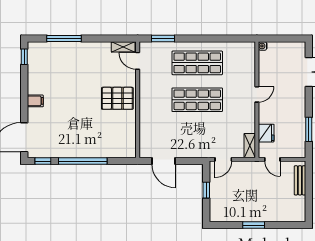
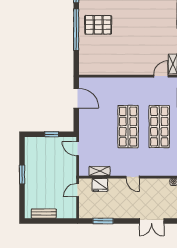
pallet: (117, 98) -> (98, 25), moved, turned 90
shelving: (250, 146) -> (99, 171), moved
door: (164, 161) -> (76, 98), swing flipped
bench: (300, 180) -> (44, 214), moved

